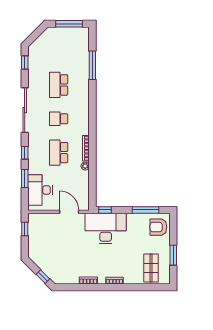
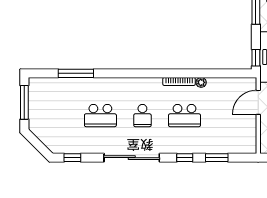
desk: (40, 190) -> (231, 139), removed

